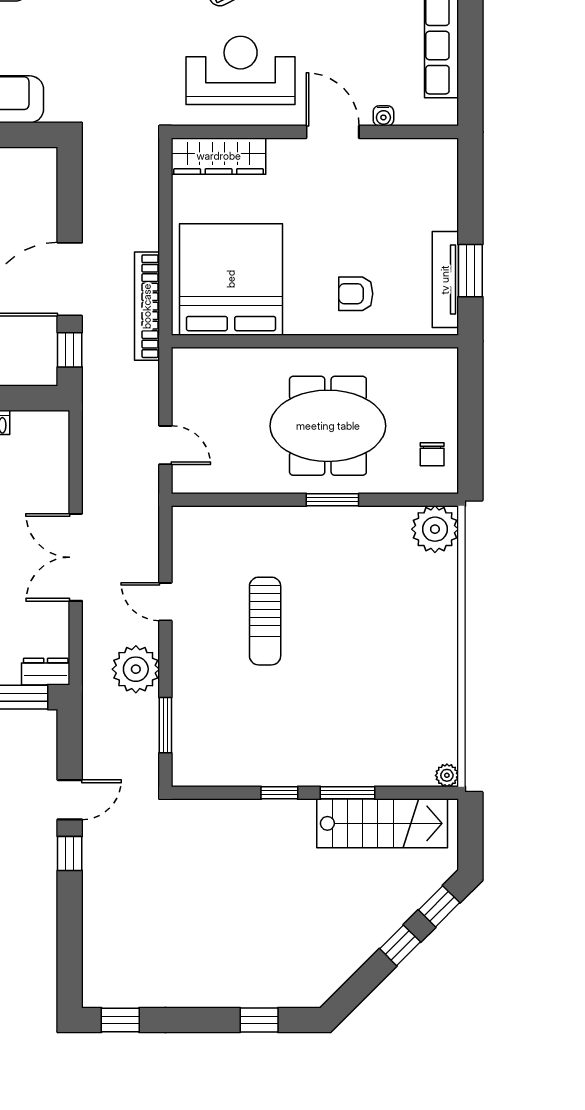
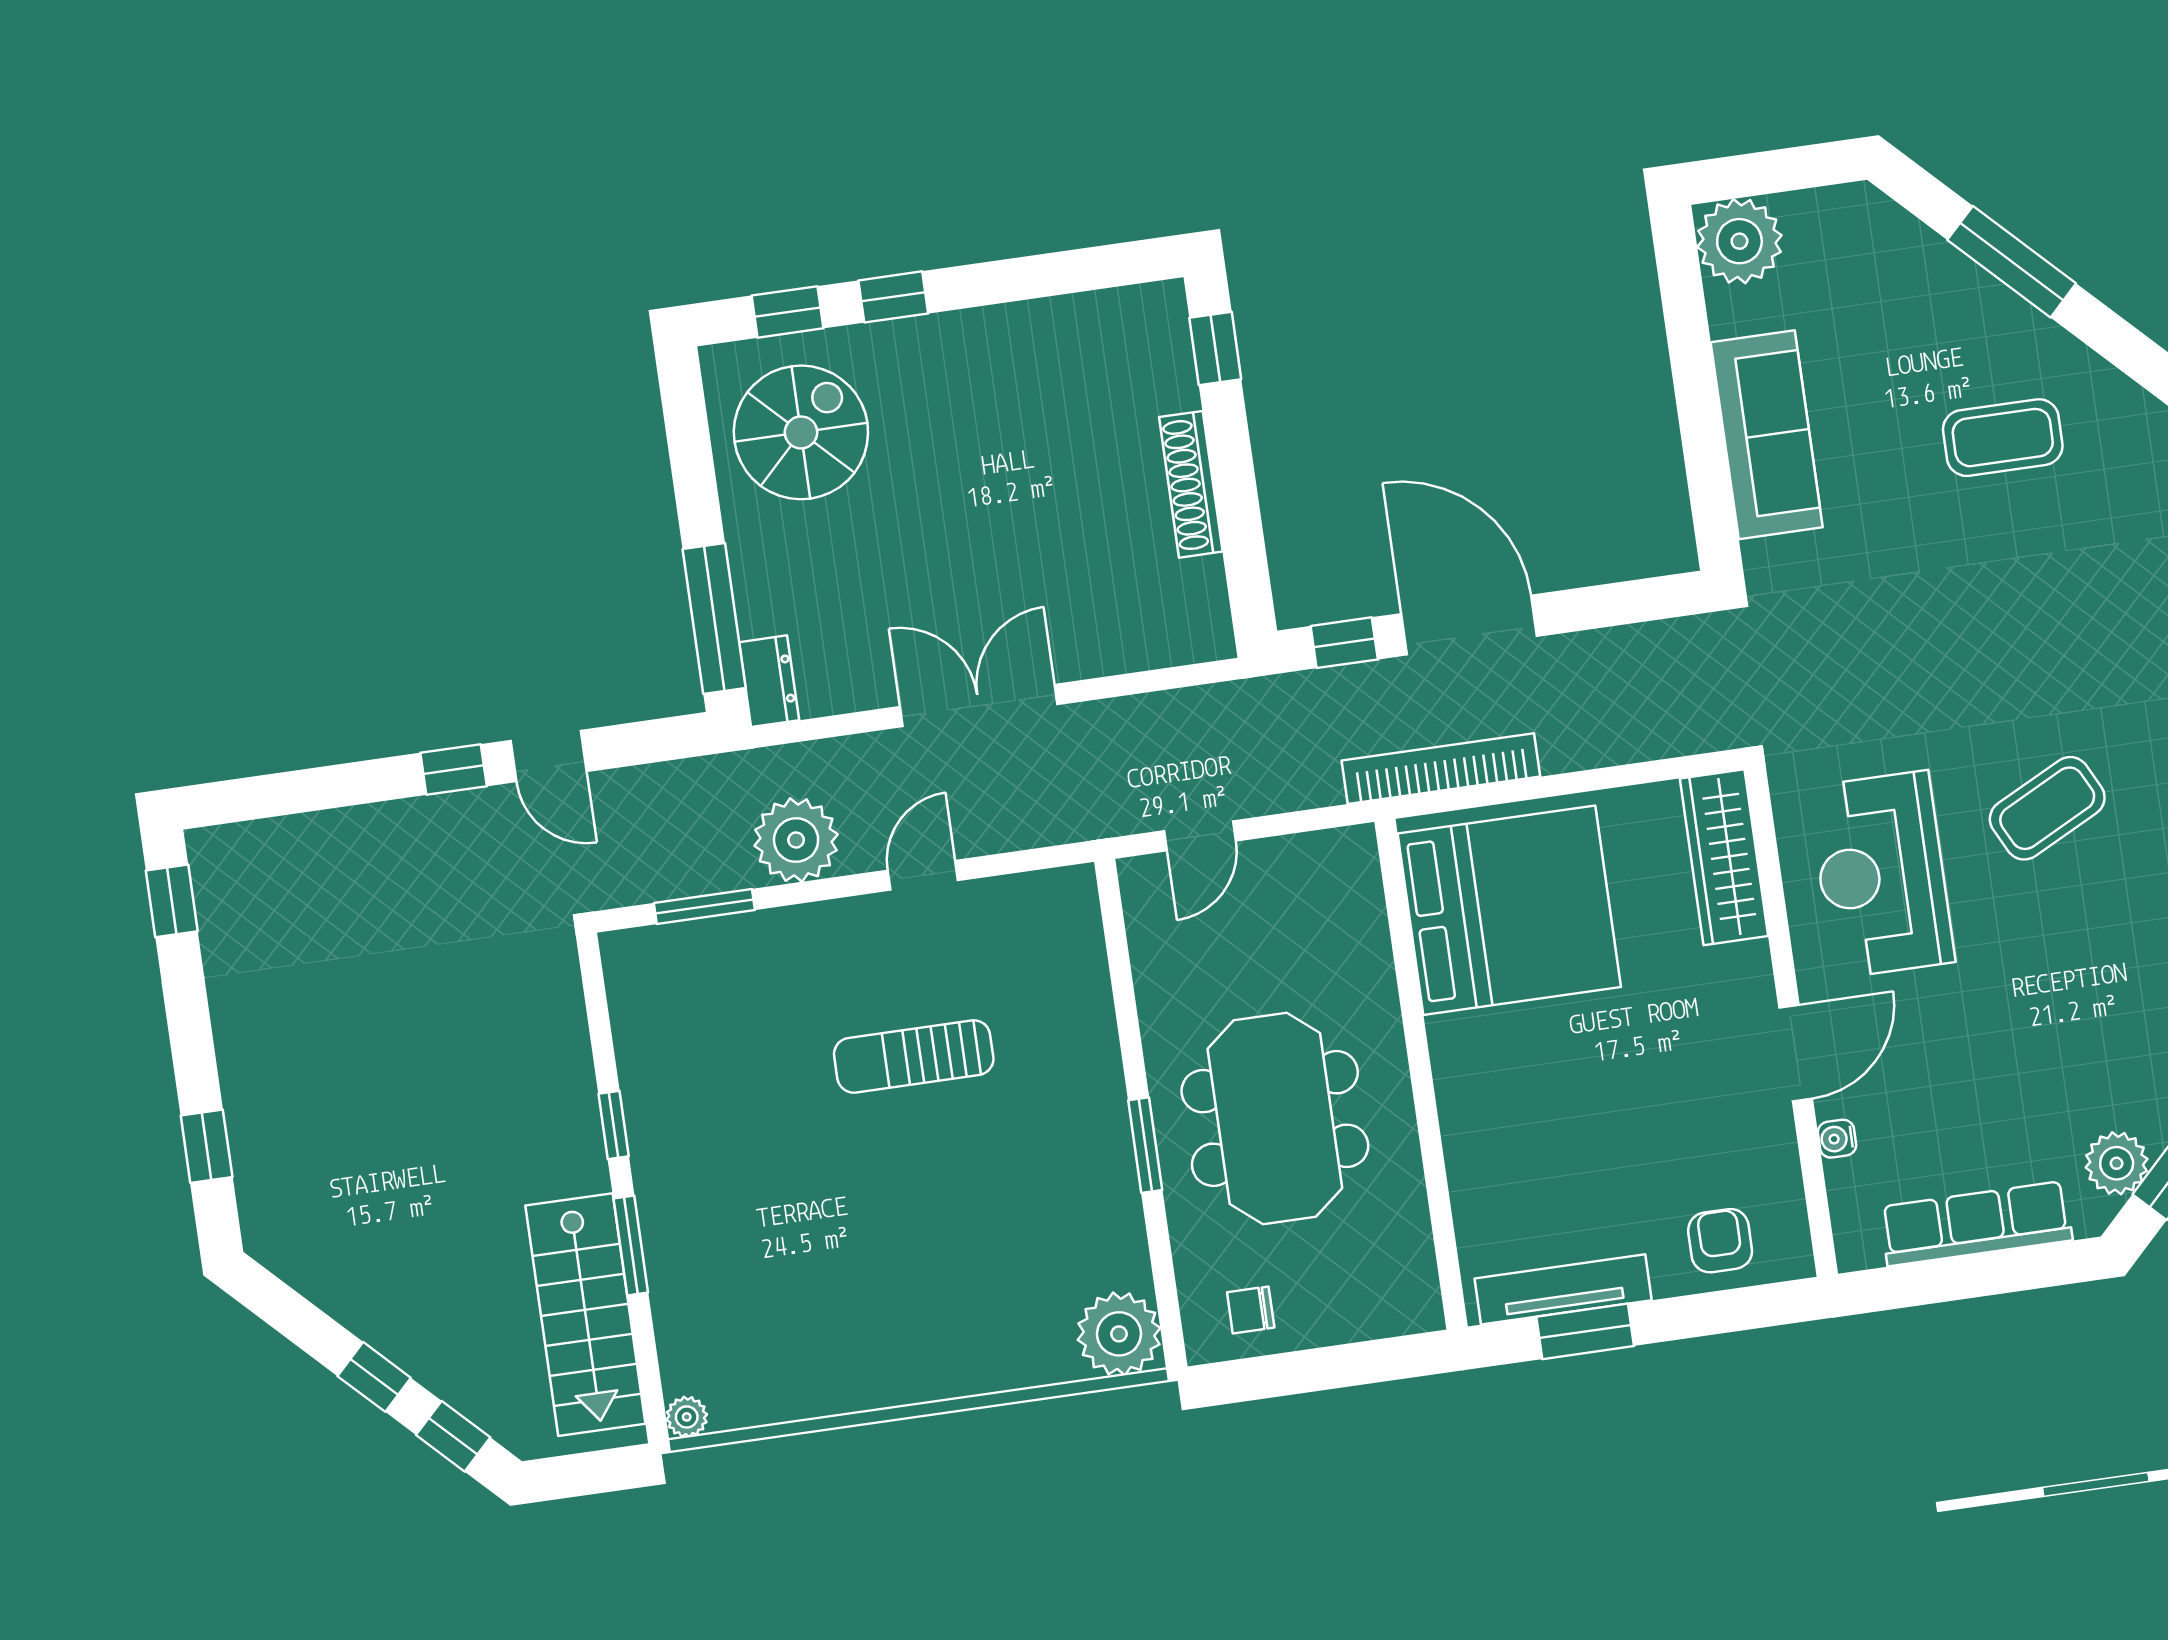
reception desk: (241, 70) -> (1881, 875), turned 180
armchair: (356, 294) -> (1720, 1241), moved

